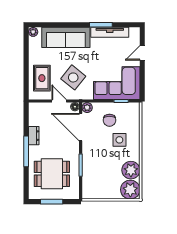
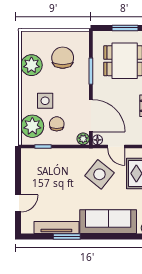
corner sofa: (117, 83) -> (48, 168), removed
chair: (104, 176) -> (63, 58), added
plant: (130, 190) -> (32, 126), moved

